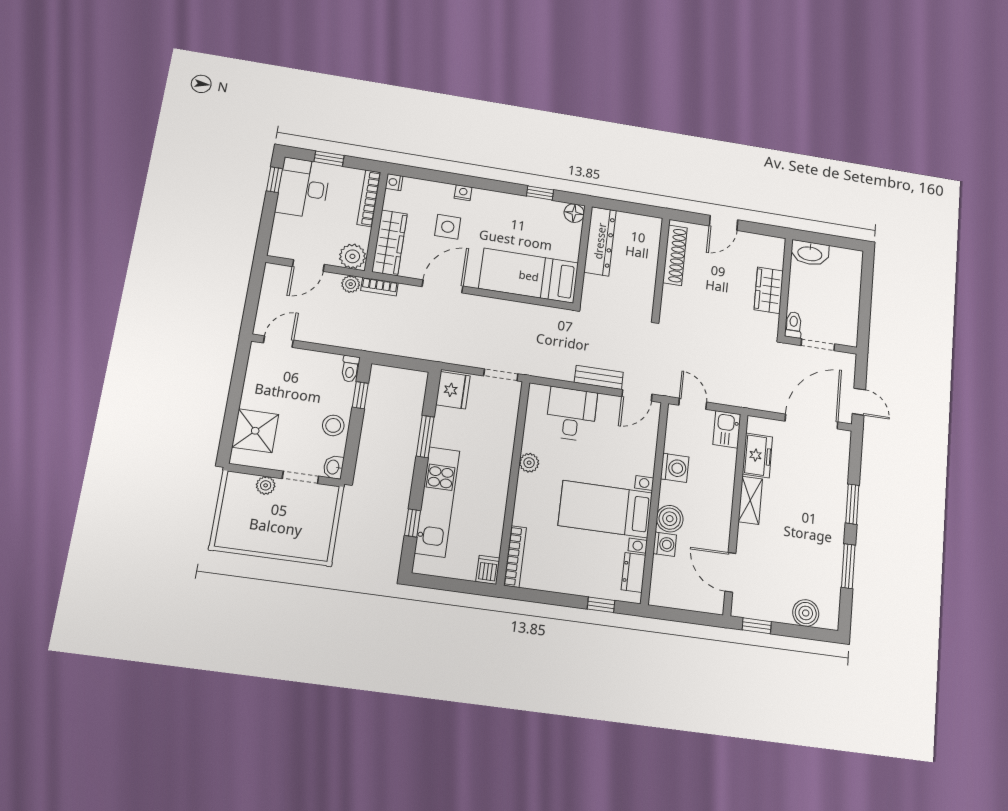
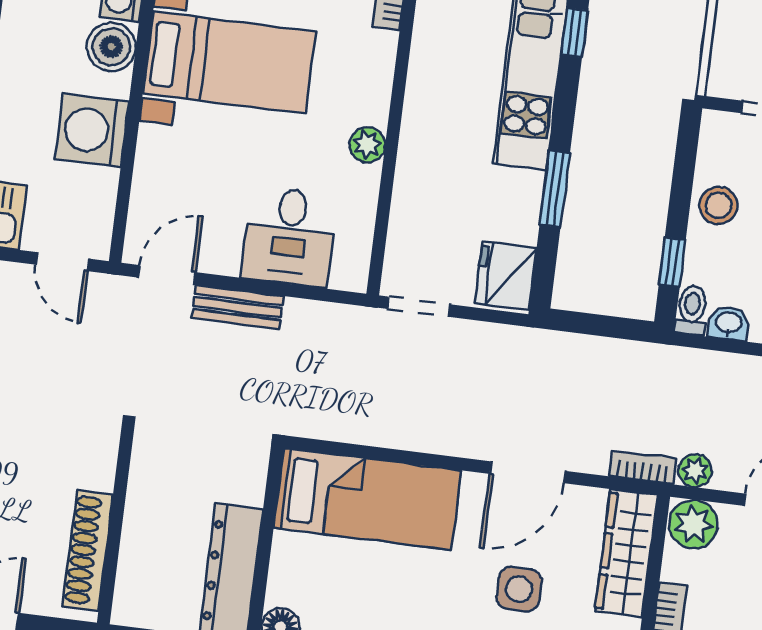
washbasin: (333, 467) -> (728, 323), moved, turned -90
washing machine: (675, 468) -> (92, 130), width x1.37, depth x1.37

